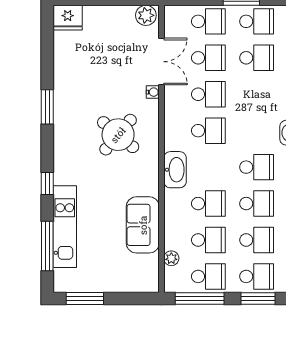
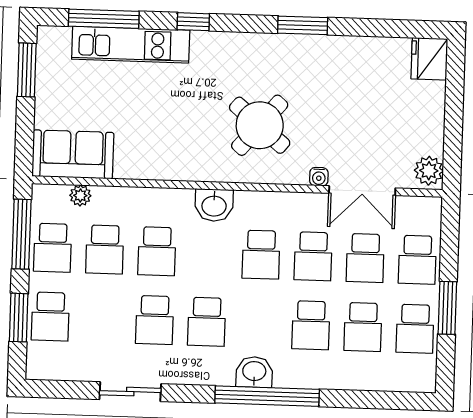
washbasin: (175, 170) -> (214, 205), width x0.72
sofa: (143, 225) -> (73, 154), moved
school desk: (257, 240) -> (311, 325), moved

